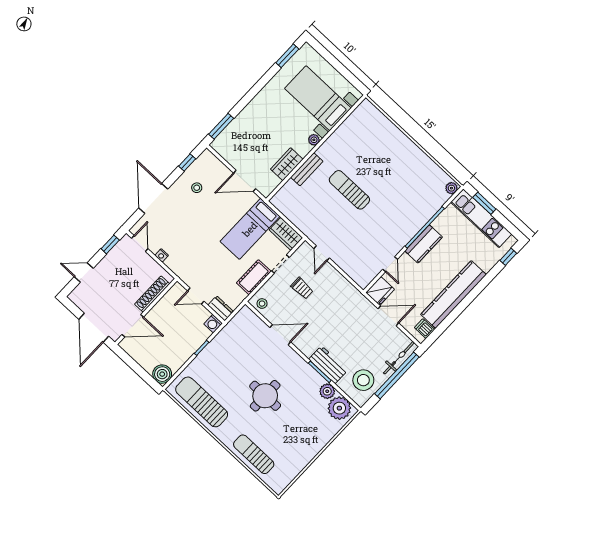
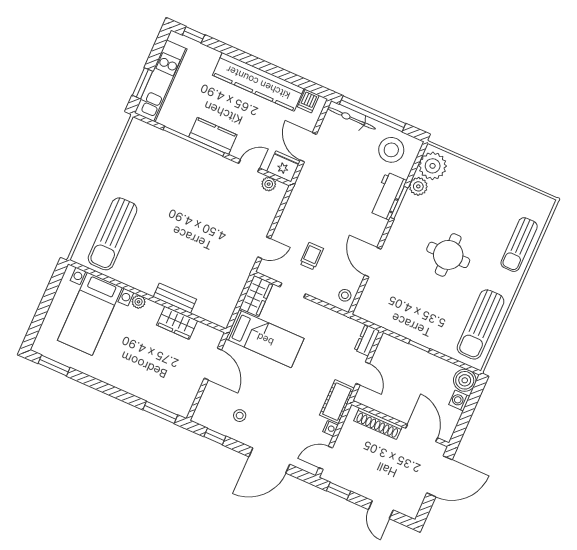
plant: (451, 188) -> (269, 184), moved
sun lounger: (349, 190) -> (113, 234), moved, width x1.36, depth x1.34
cot: (254, 277) -> (337, 402), moved, turned 90
washing machine: (213, 324) -> (459, 400), moved, turned 180

